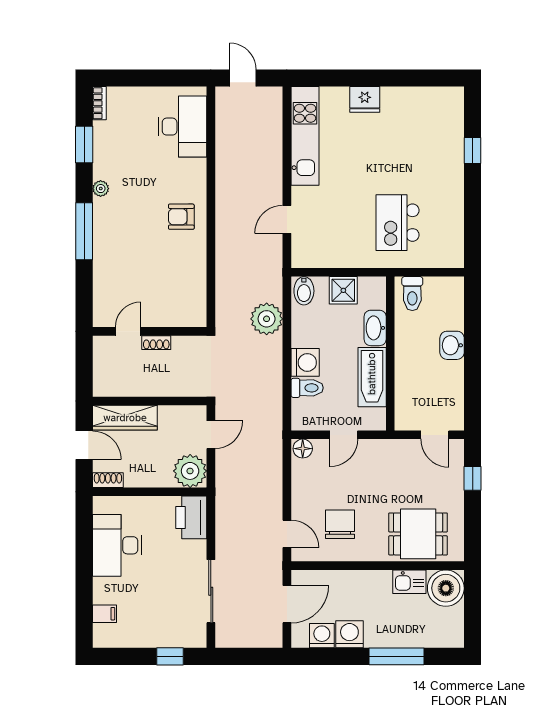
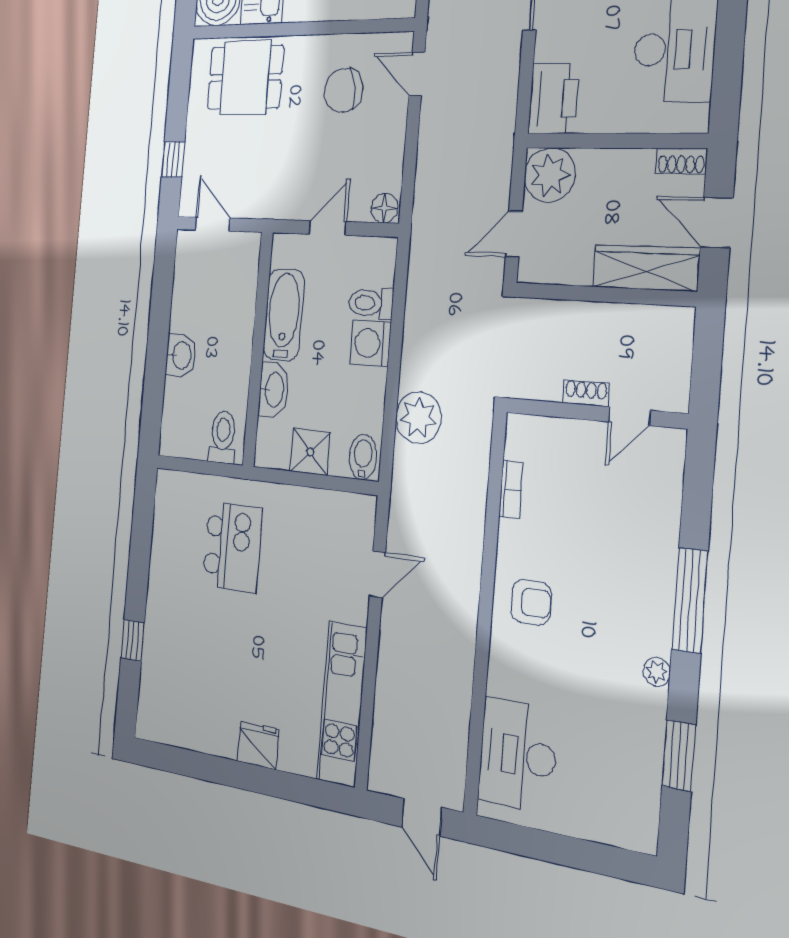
bookcase: (99, 103) -> (511, 490), moved, turned 180
chair: (340, 524) -> (343, 90), turned 81

